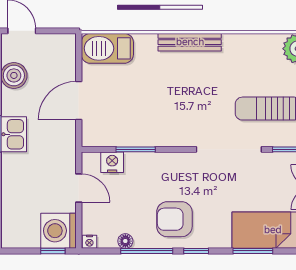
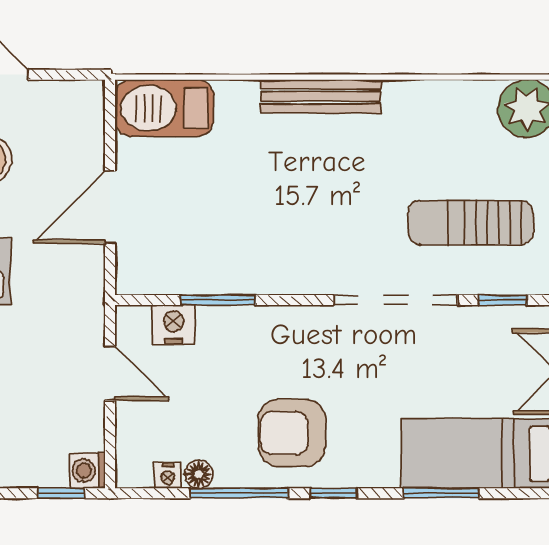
washing machine: (58, 231) -> (87, 471), width x0.53, depth x0.53
nightstand: (89, 242) -> (168, 476), moved

